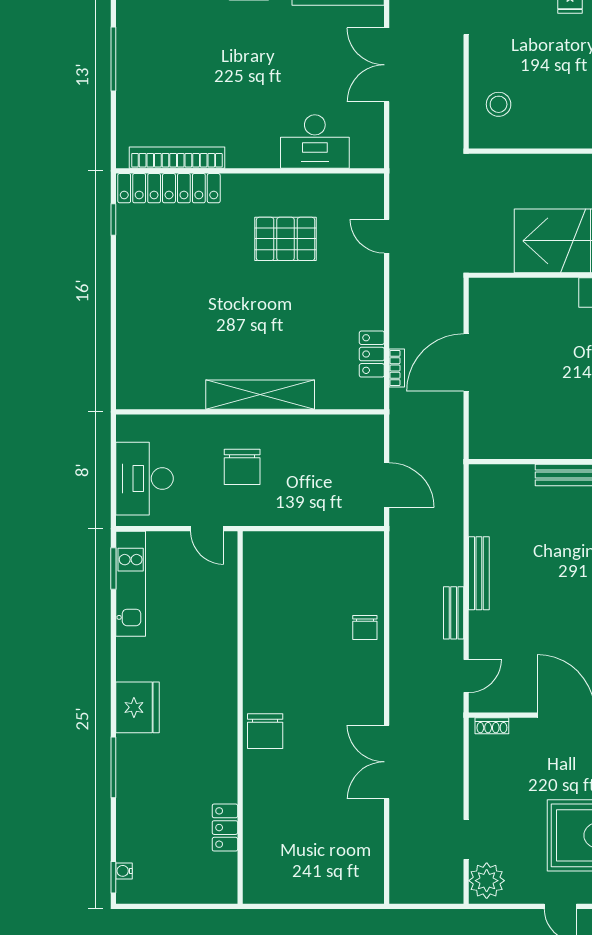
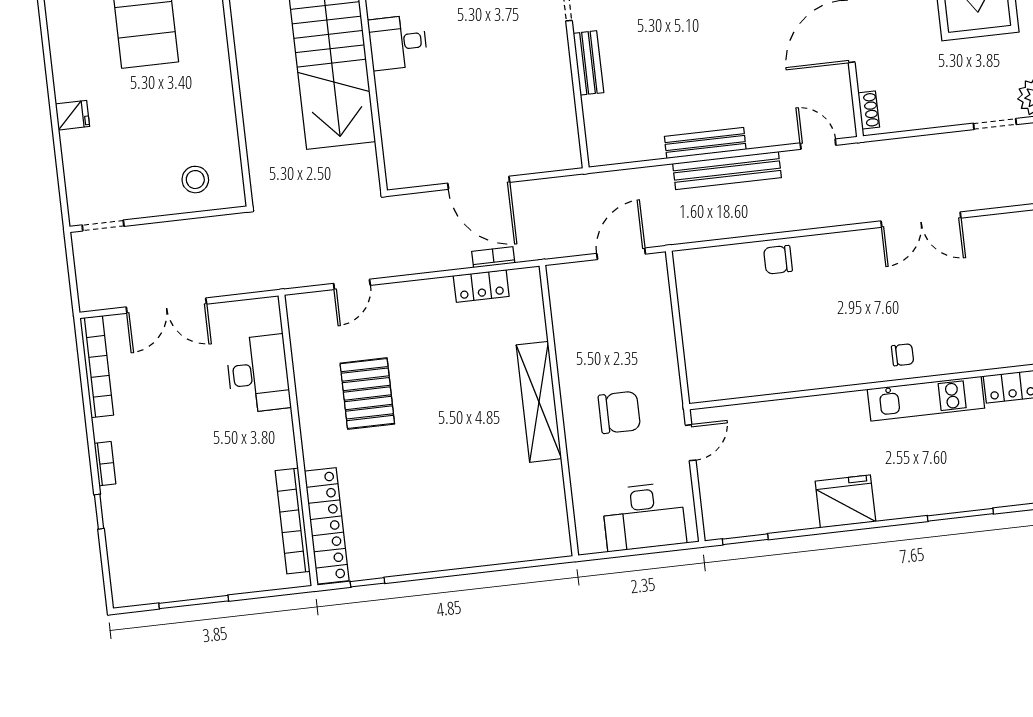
kitchen unit: (131, 584) -> (926, 399), moved, turned 180
bench: (454, 613) -> (727, 171), width x1.86, depth x1.21
chair: (365, 627) -> (778, 260), turned 180
fridge: (137, 707) -> (845, 501), moved
chair: (265, 731) -> (903, 355), width x0.54, depth x0.54

